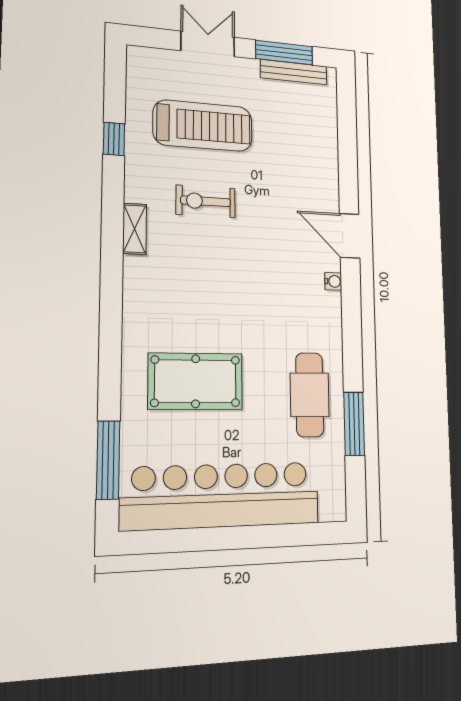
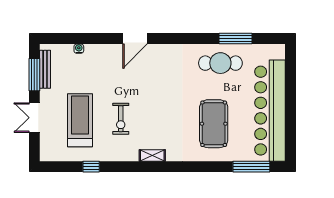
shelving: (135, 229) -> (152, 155), moved
water cooler: (333, 281) -> (79, 49), moved

